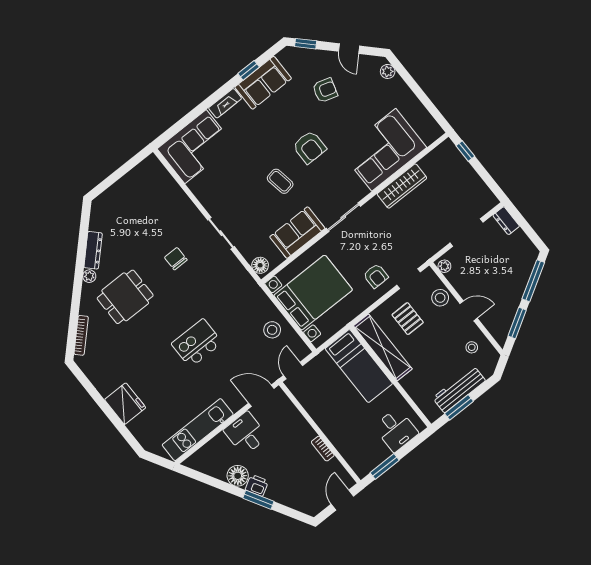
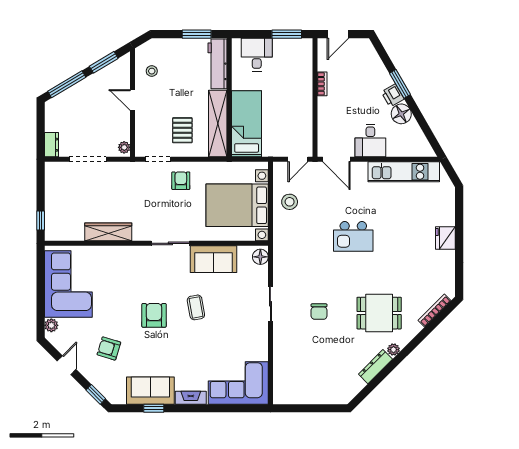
corner sofa: (384, 150) -> (68, 284), moved, turned -90
stool: (440, 298) -> (146, 126), removed
workbench: (459, 389) -> (218, 64), moved, turned 90
fridge: (125, 404) -> (445, 238), width x0.73, depth x0.75

